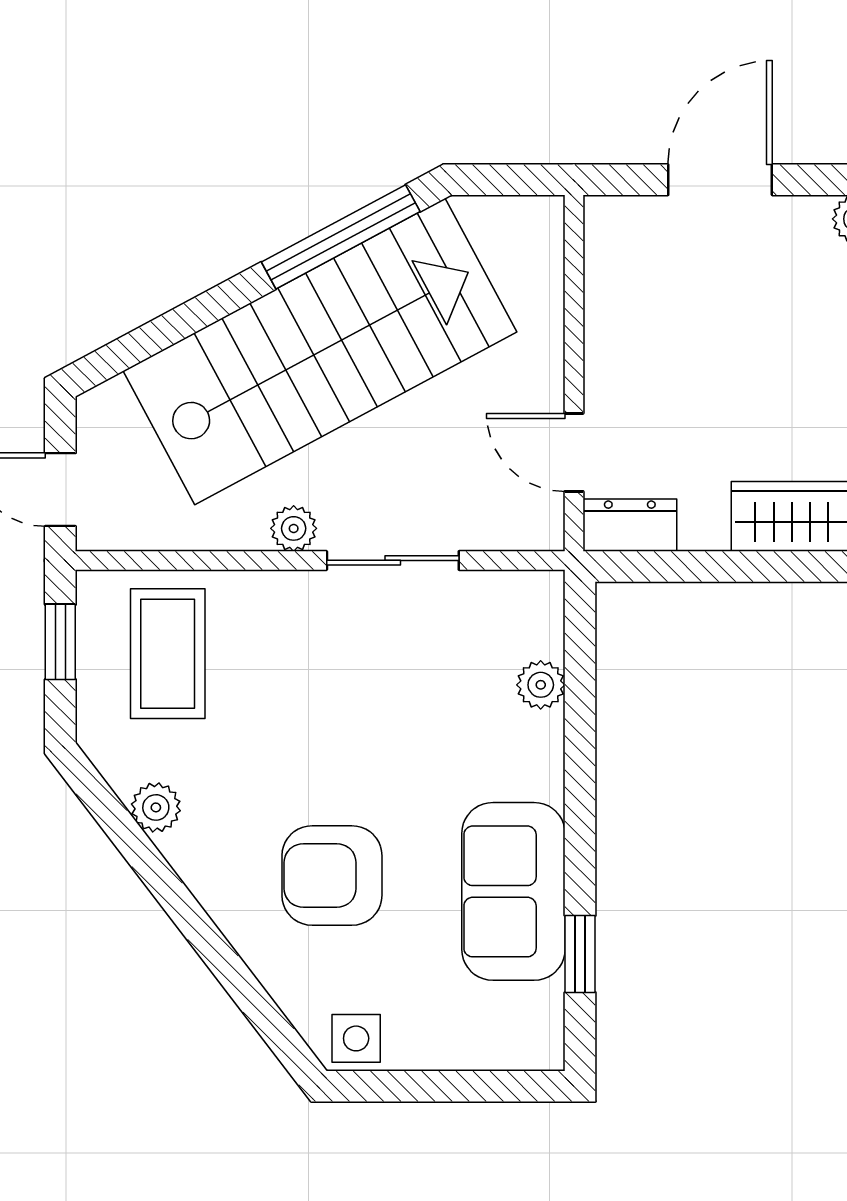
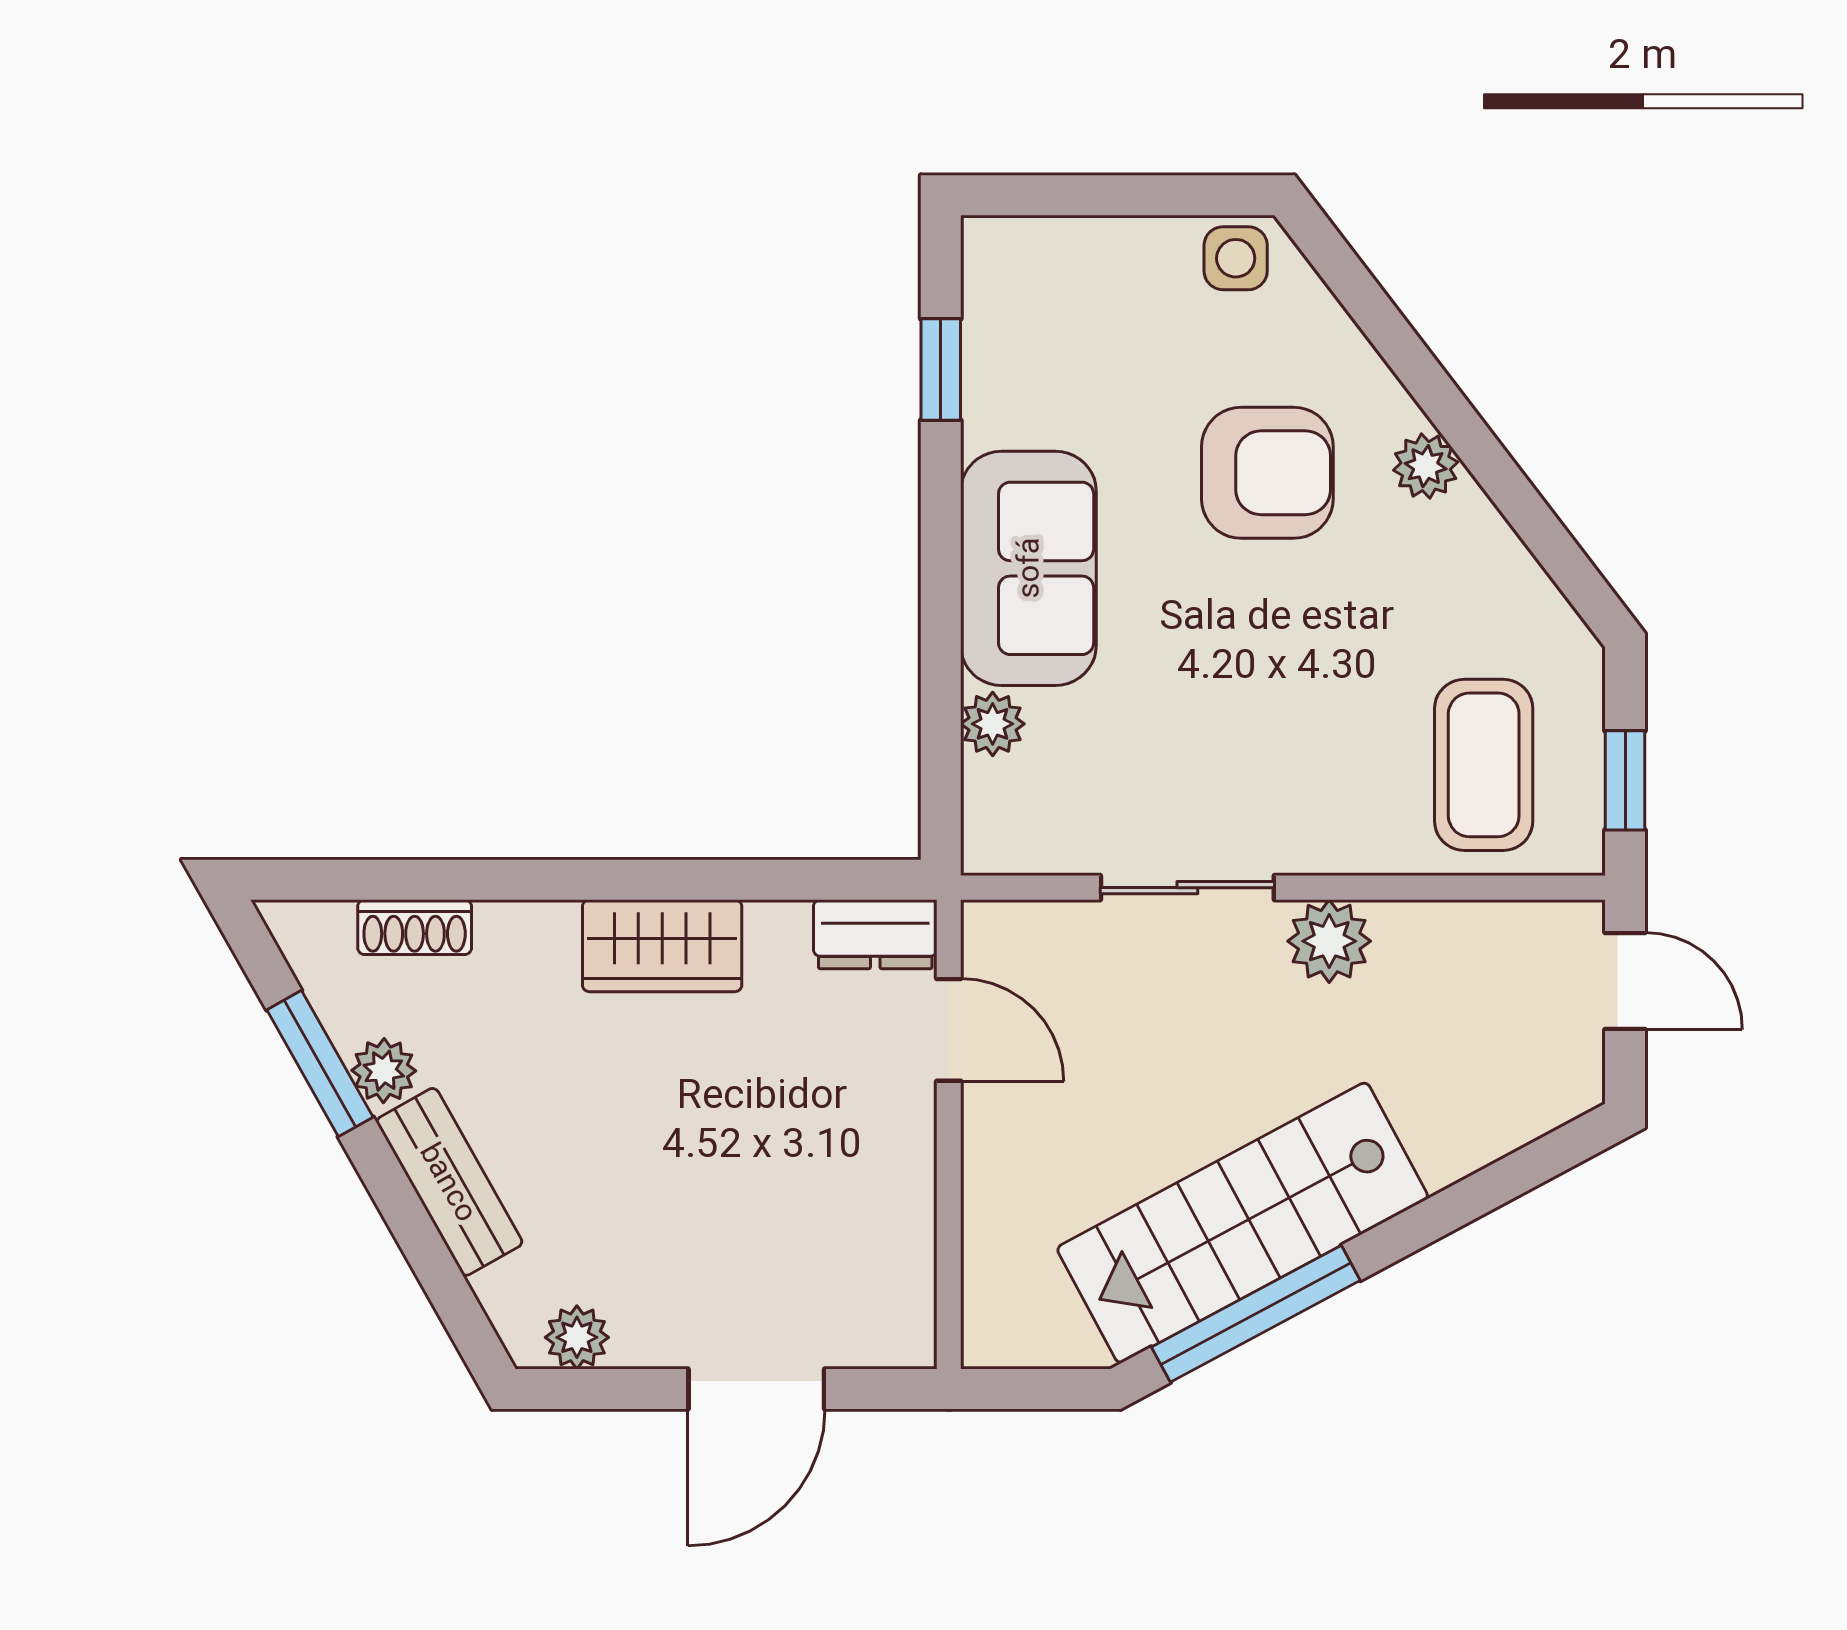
stairs: (320, 351) -> (1243, 1223), width x0.73, depth x0.66
plant: (294, 528) -> (1329, 941), width x1.38, depth x1.38
plant: (156, 807) -> (1426, 466), moved
sofa: (513, 891) -> (1028, 568), moved

